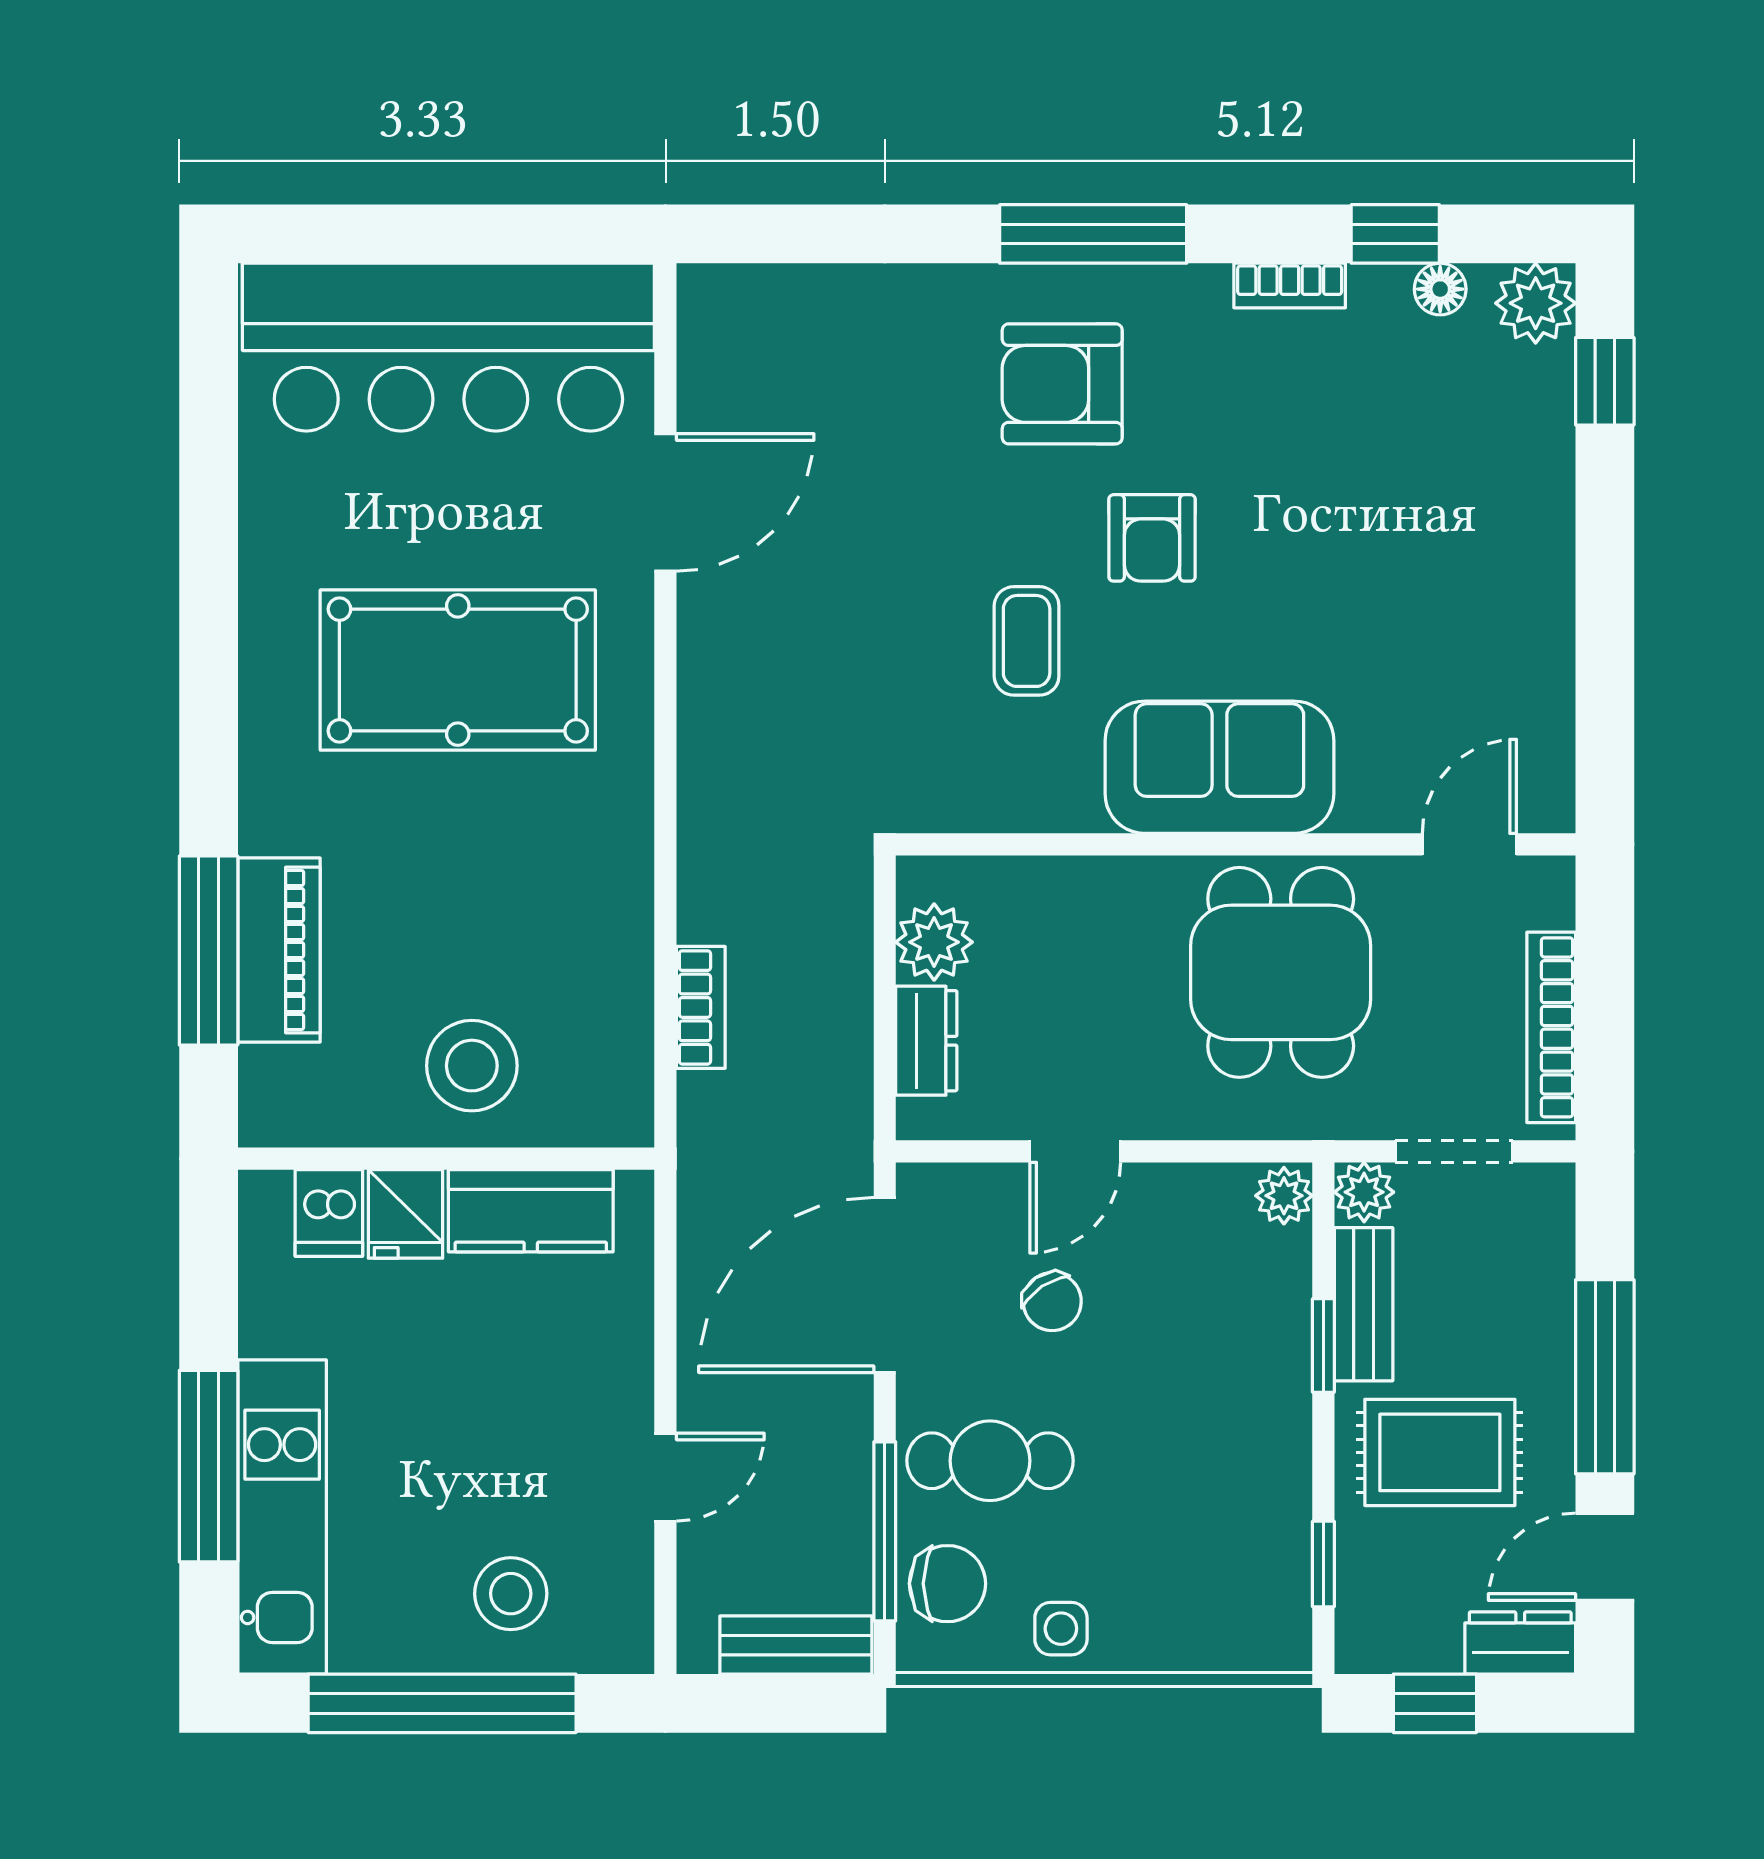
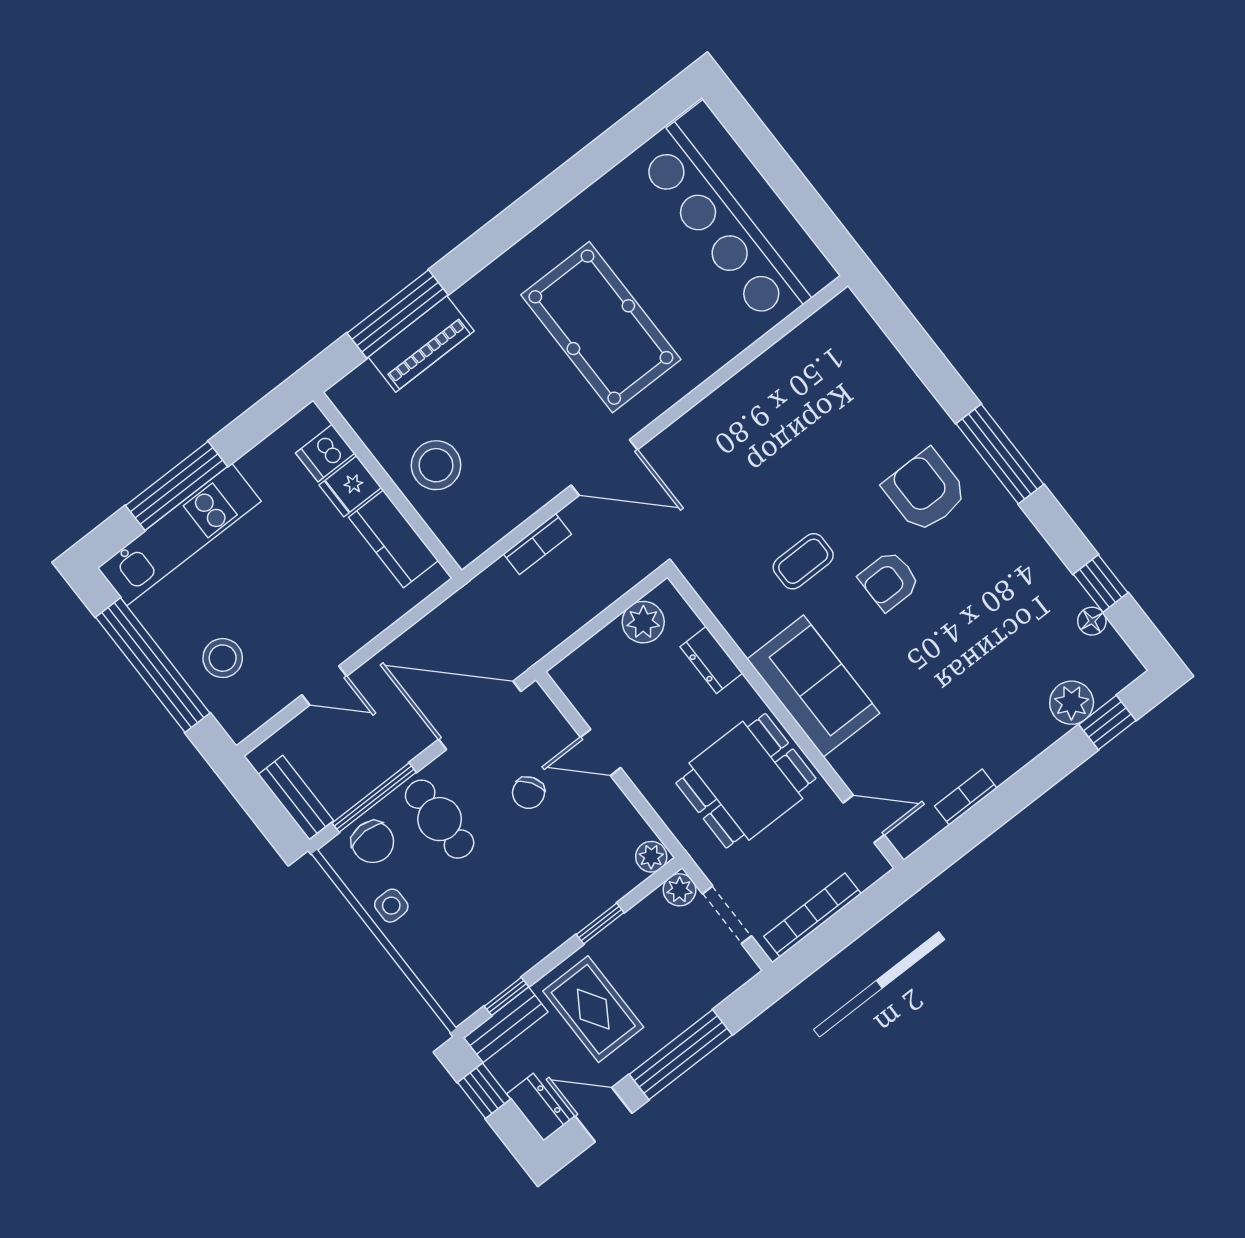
bookcase: (1290, 286) -> (966, 797), moved, turned 90
plant: (1536, 303) -> (1072, 703), moved
door: (665, 502) -> (604, 467), moved
dresser: (926, 1041) -> (711, 660), moved, turned 90
bench: (1364, 1304) -> (506, 1025), moved

